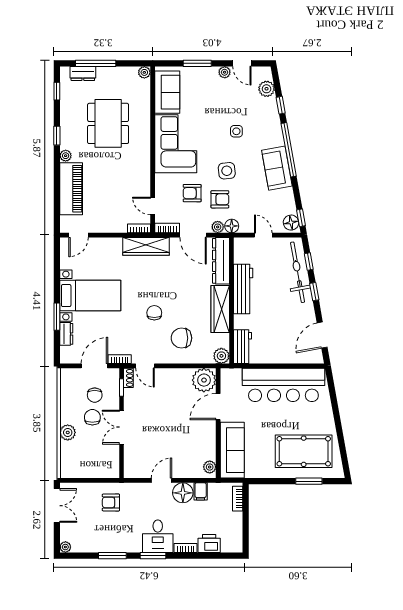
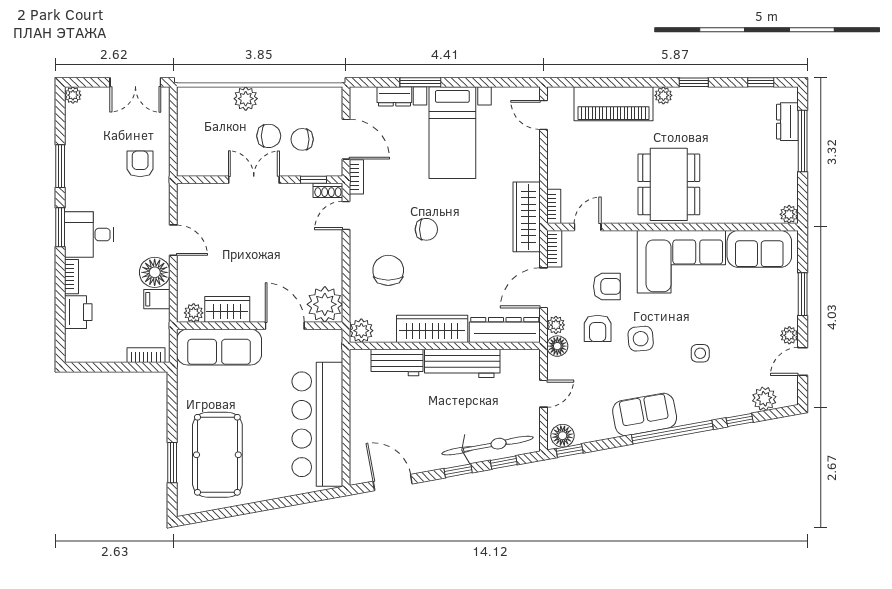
dining table: (108, 123) -> (669, 184), moved, turned 90
armchair: (192, 193) -> (607, 286), turned 90
workbench: (243, 347) -> (397, 363), moved
wardrobe: (207, 445) -> (227, 309), added

